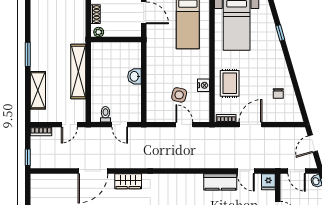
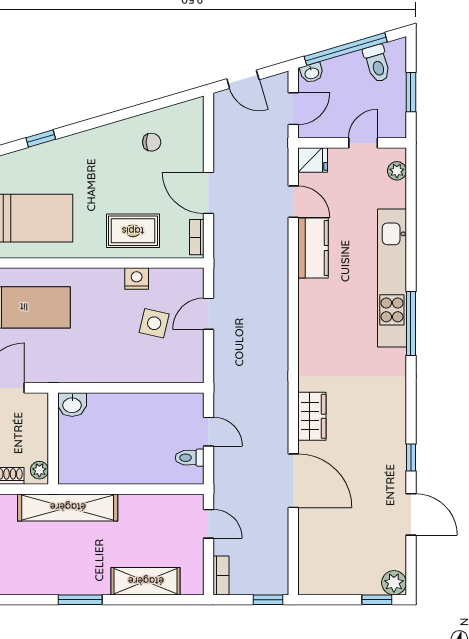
shelving: (78, 72) -> (68, 507), moved
washbasin: (135, 76) -> (72, 405), moved
door: (120, 125) -> (208, 432), hinge flipped
door: (246, 171) -> (293, 202), hinge flipped

